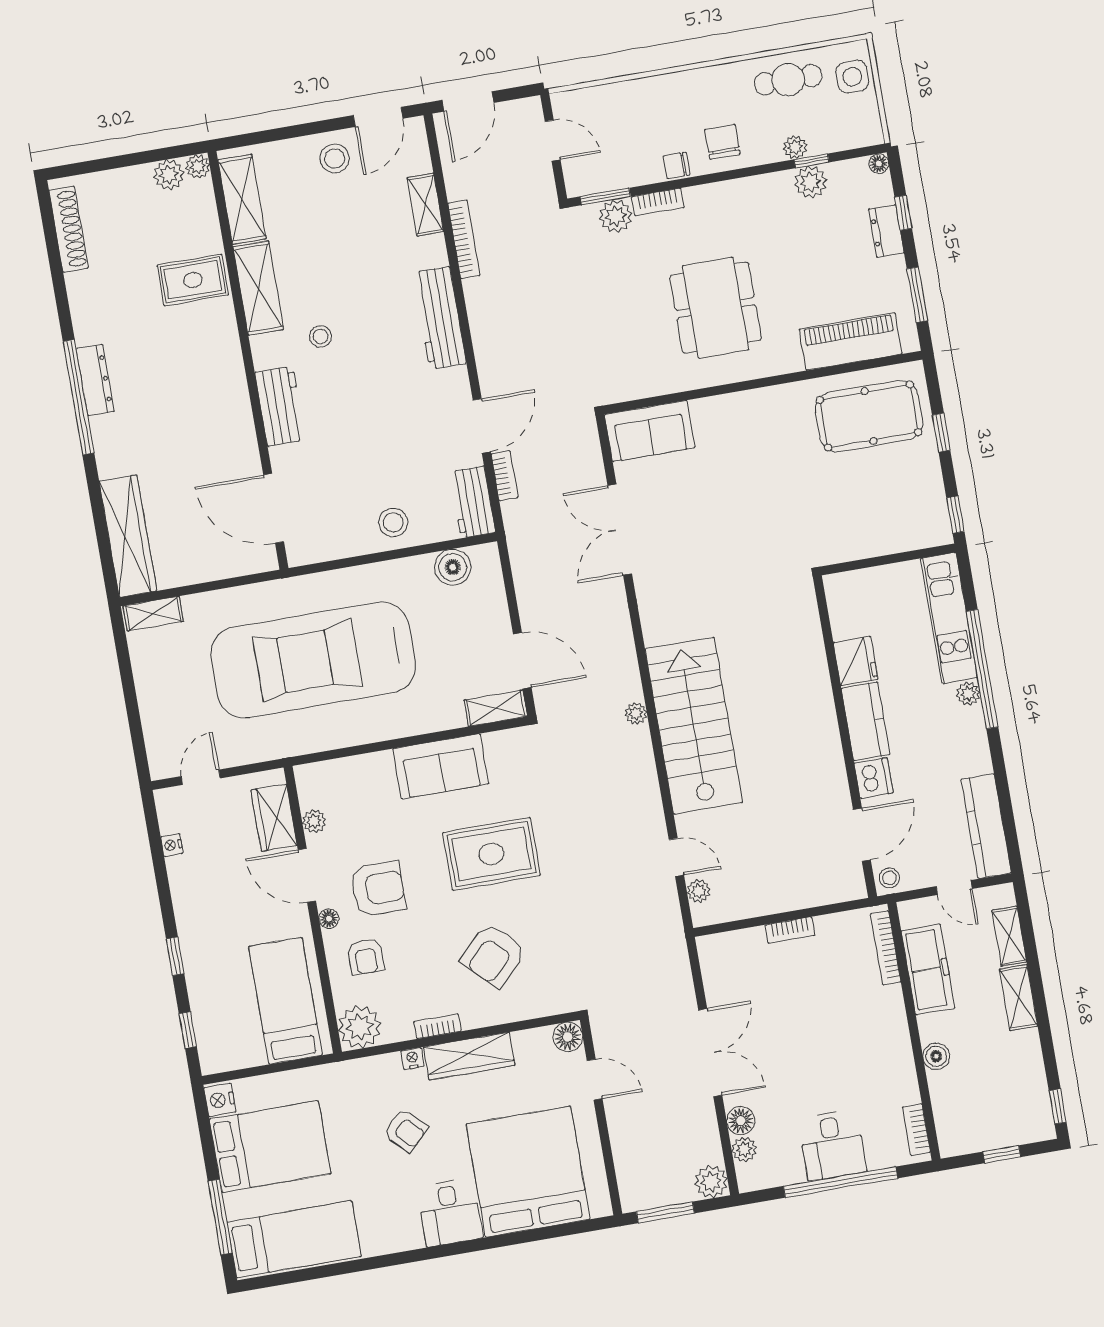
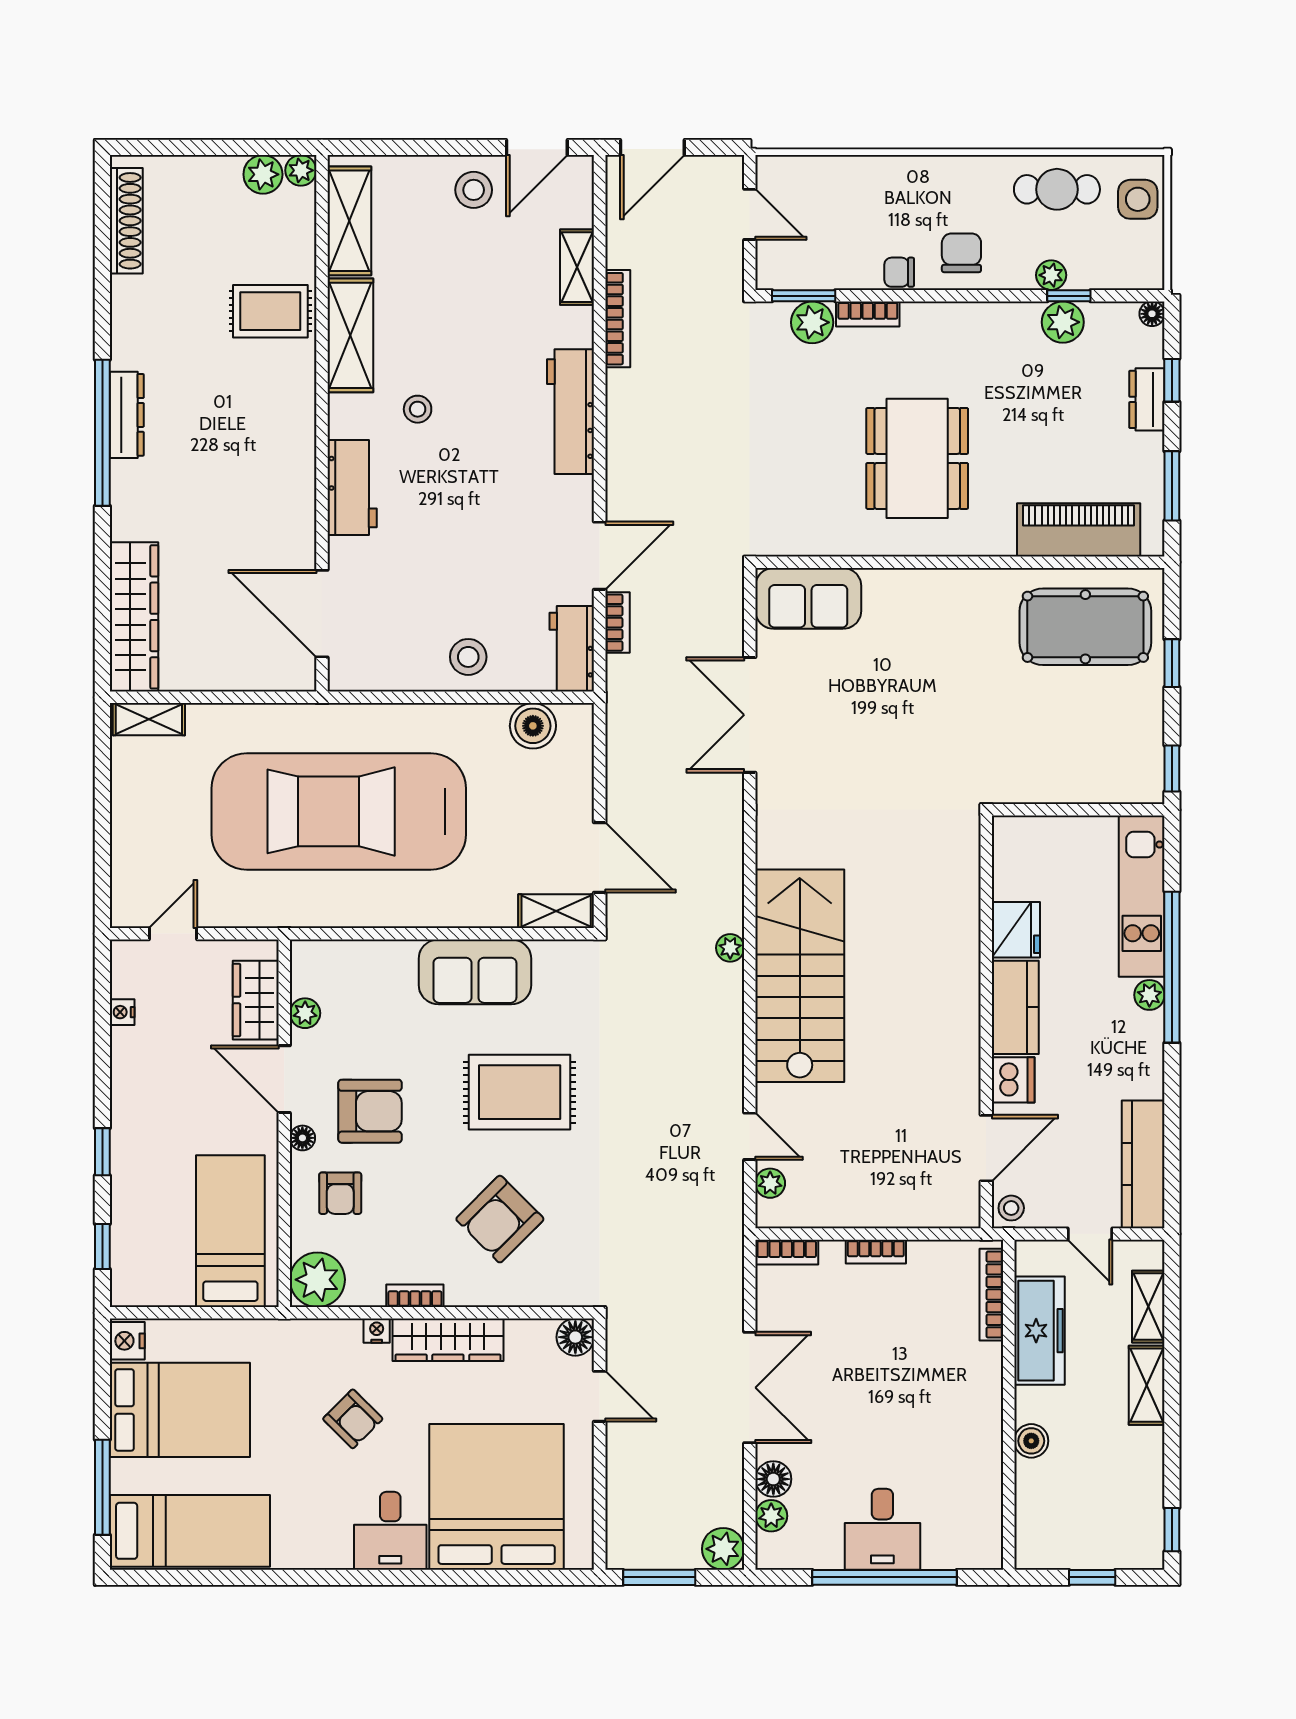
bookcase: (916, 1130) -> (787, 1252), moved, turned -90

